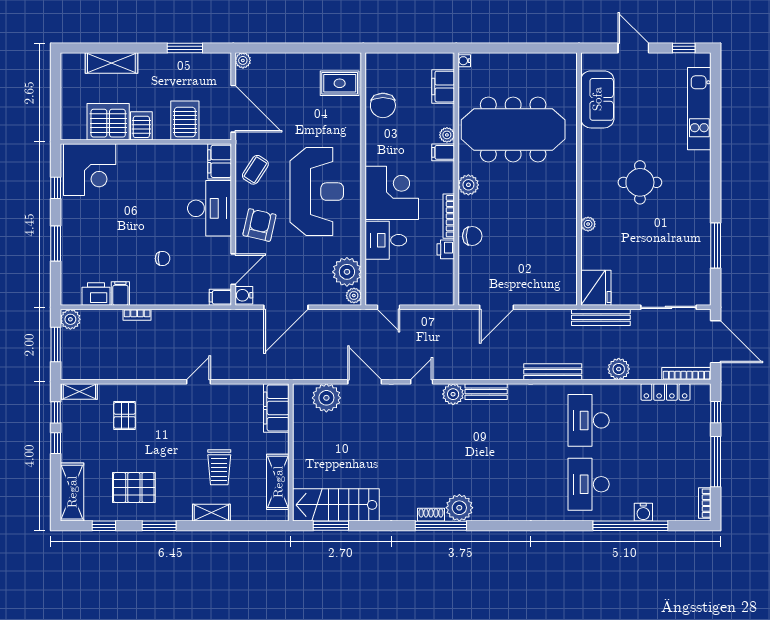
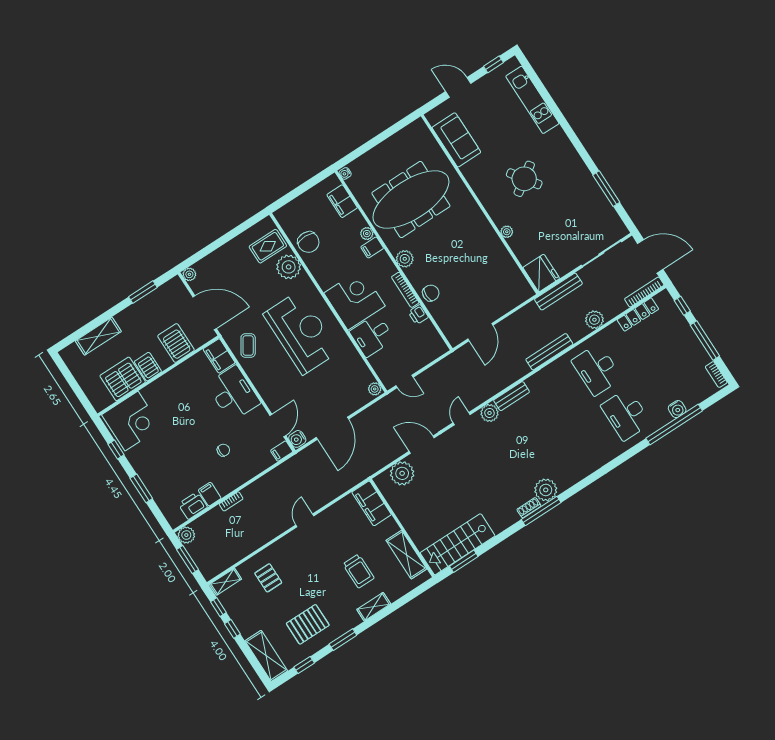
round table: (640, 182) -> (524, 179), turned -35
armchair: (259, 225) -> (276, 382), removed
plant: (347, 272) -> (289, 267), moved

